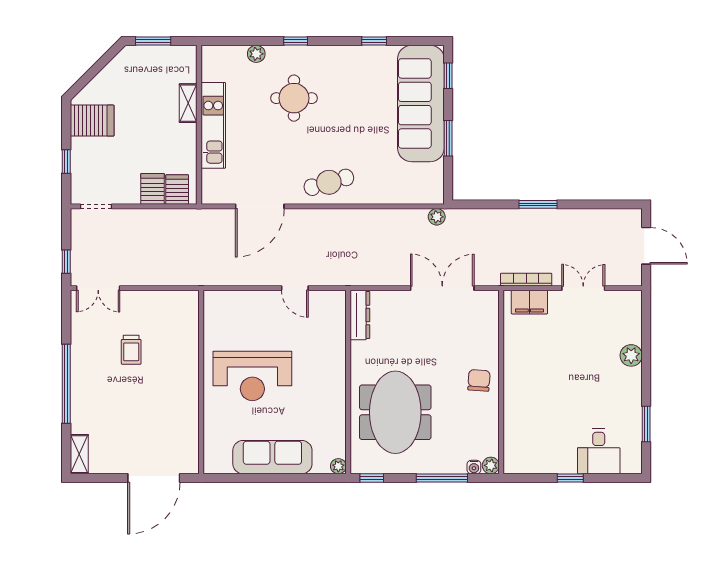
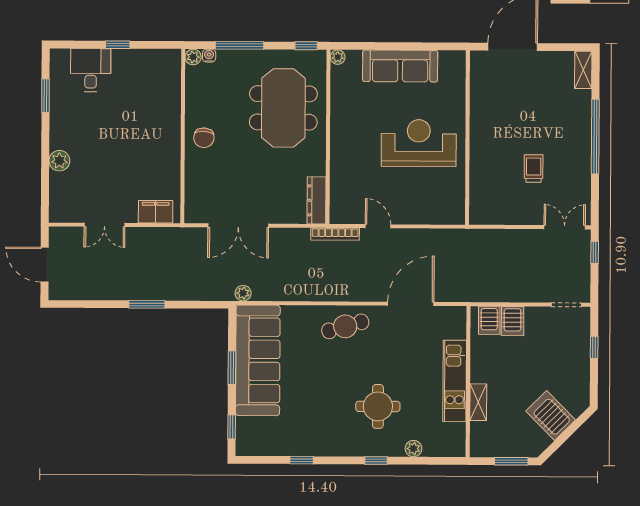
sofa: (421, 103) -> (258, 360), moved
server rack: (92, 121) -> (551, 416), moved, turned 45
bookcase: (526, 280) -> (335, 234), moved

